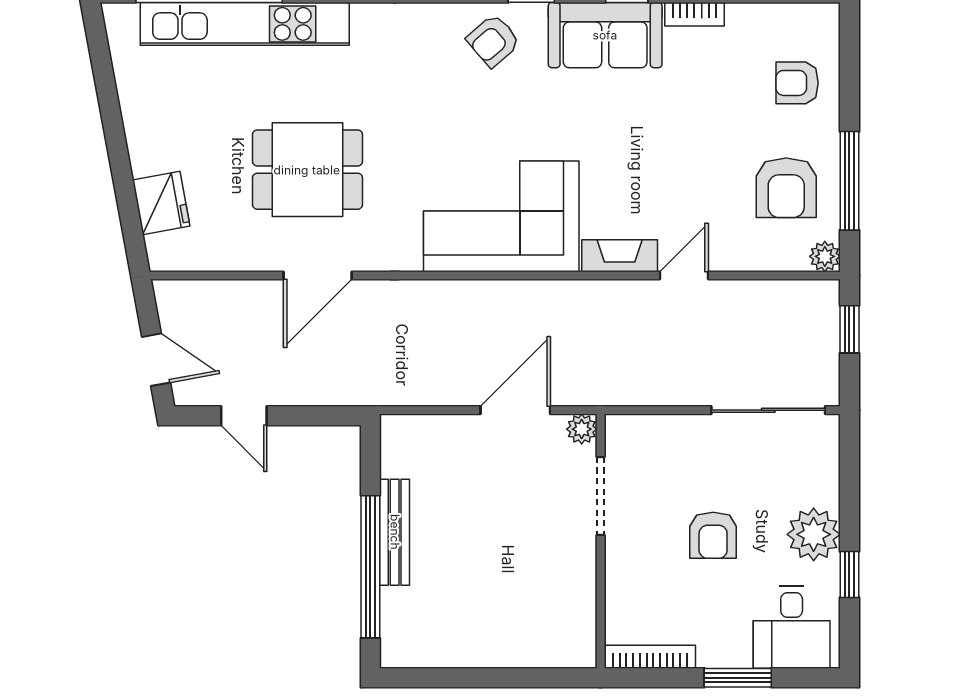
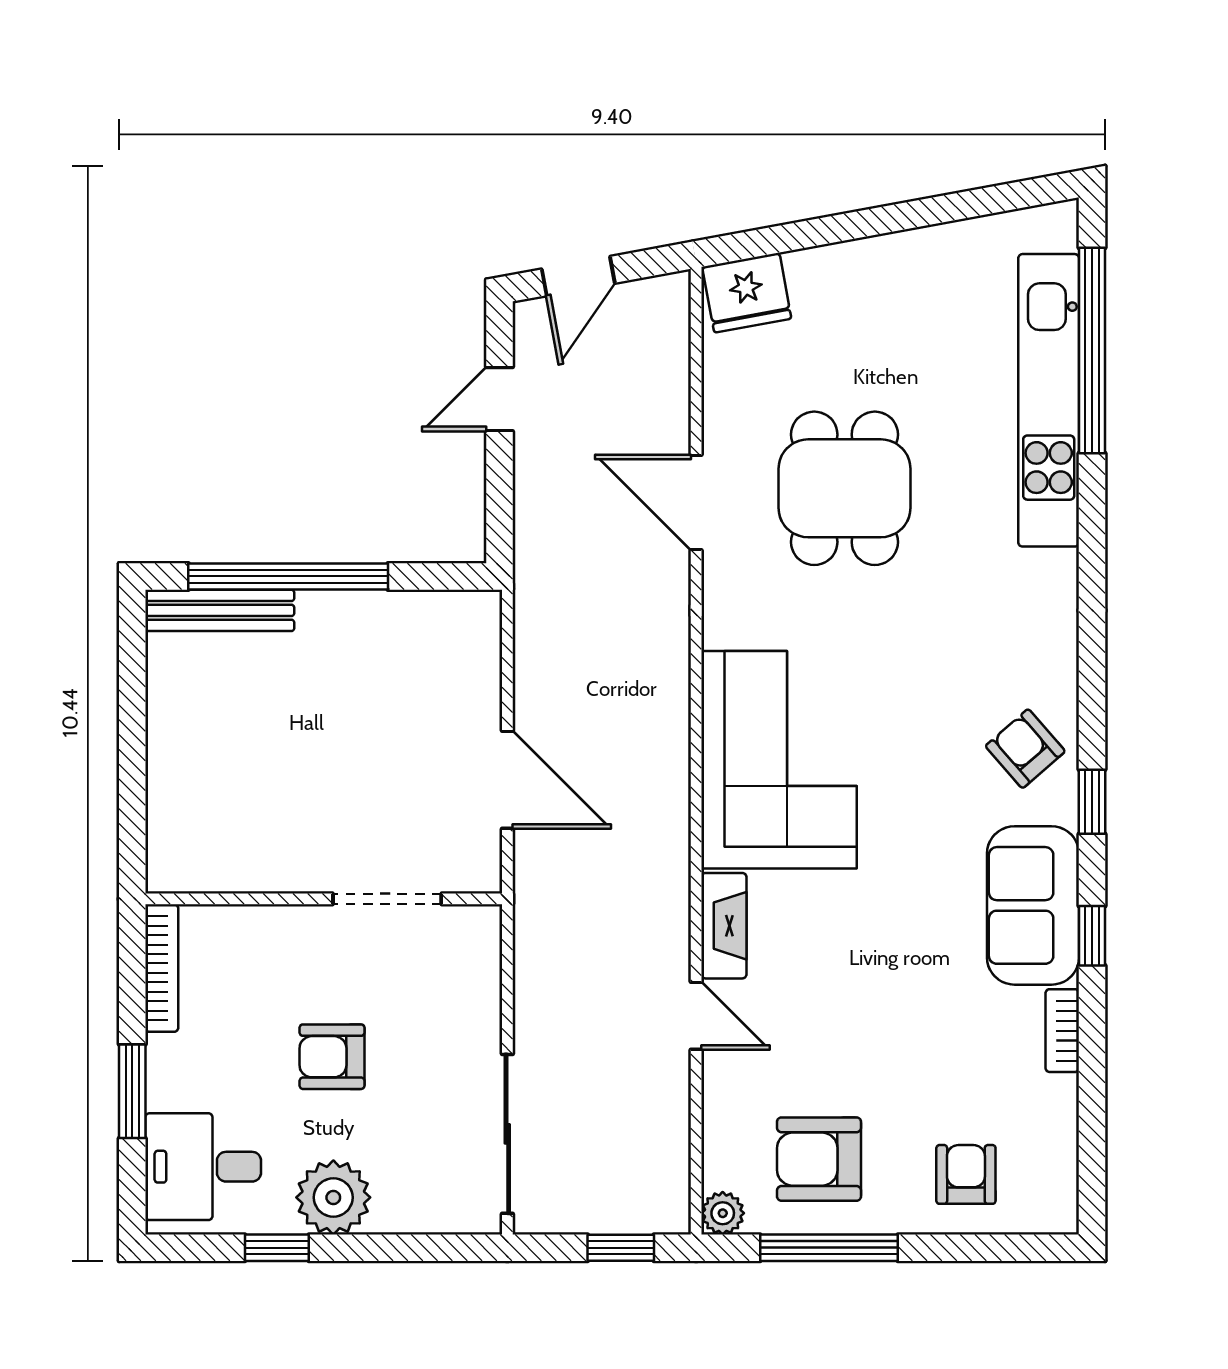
fridge: (161, 203) -> (747, 293), moved
plant: (582, 429) -> (481, 873), removed
bench: (395, 532) -> (220, 610), moved

